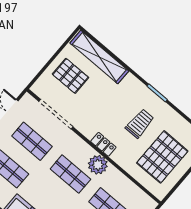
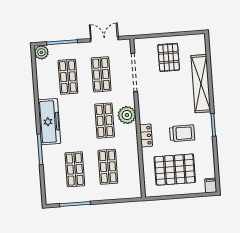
shelving: (99, 57) -> (201, 84), moved
locker: (103, 144) -> (146, 135), moved
plant: (98, 165) -> (127, 115), moved

